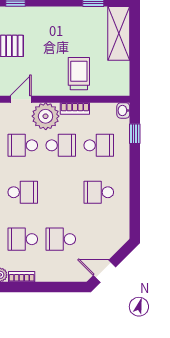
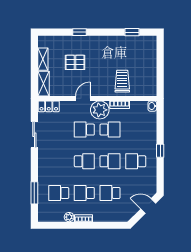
shelving: (119, 33) -> (149, 54), removed
window: (135, 134) -> (160, 151), moved
school desk: (99, 145) -> (110, 161), moved
door: (105, 271) -> (148, 206), moved

